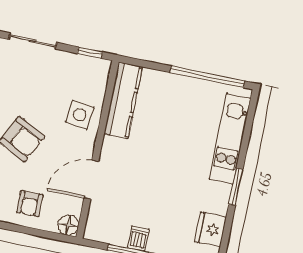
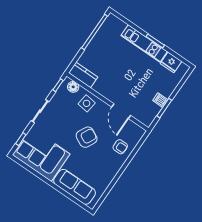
kitchen counter: (123, 100) -> (83, 75), width x0.67
kitchen unit: (230, 139) -> (144, 43), moved
floor lamp: (68, 225) -> (73, 87), moved

